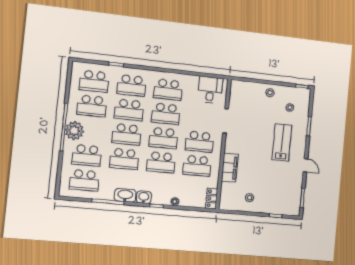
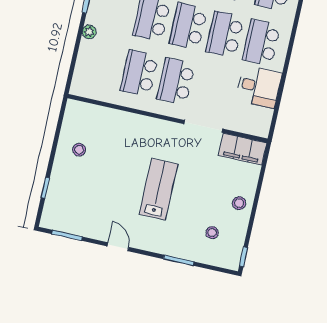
desk: (210, 90) -> (259, 87), moved
lab bench: (282, 142) -> (158, 189), moved, turned -90
door: (305, 165) -> (118, 247), swing flipped
filing cabinet: (230, 168) -> (243, 149), moved
locker: (212, 198) -> (86, 90), removed

